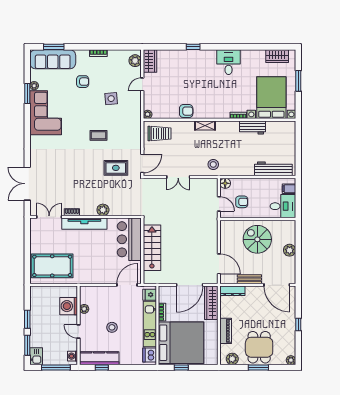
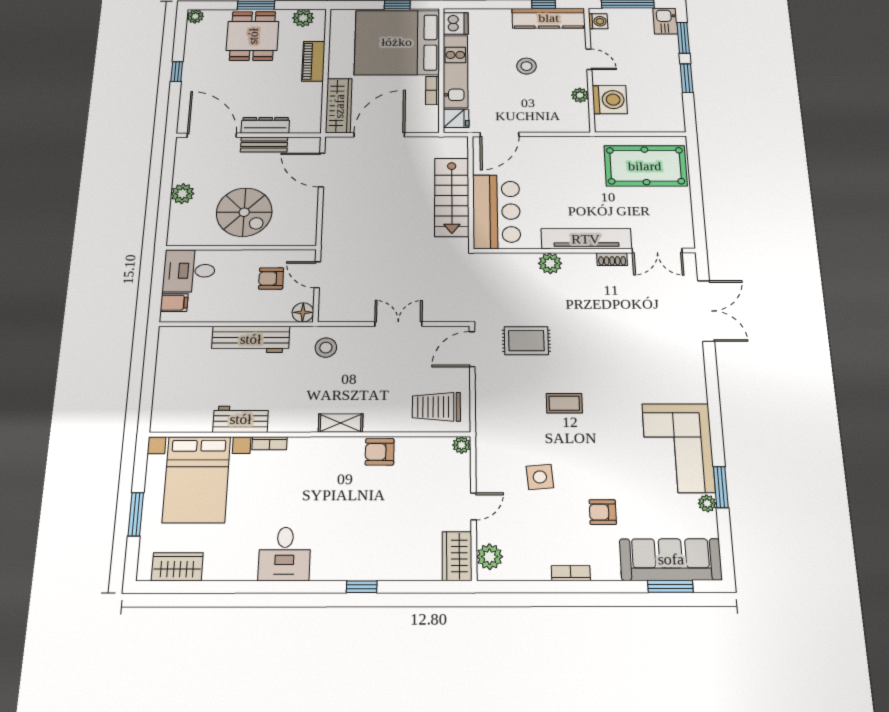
workbench: (273, 169) -> (251, 339), moved
dresser: (232, 291) -> (265, 125), moved

